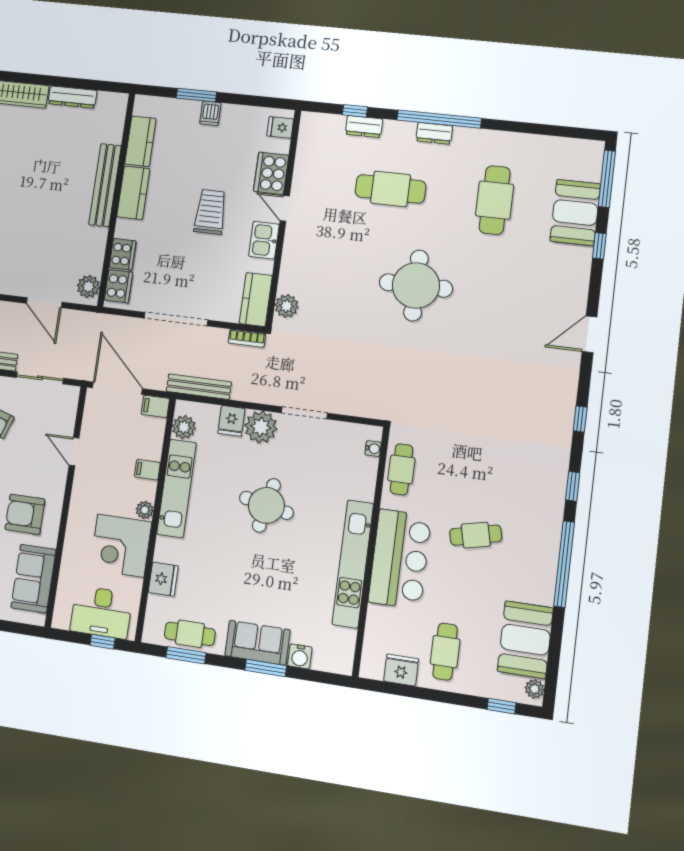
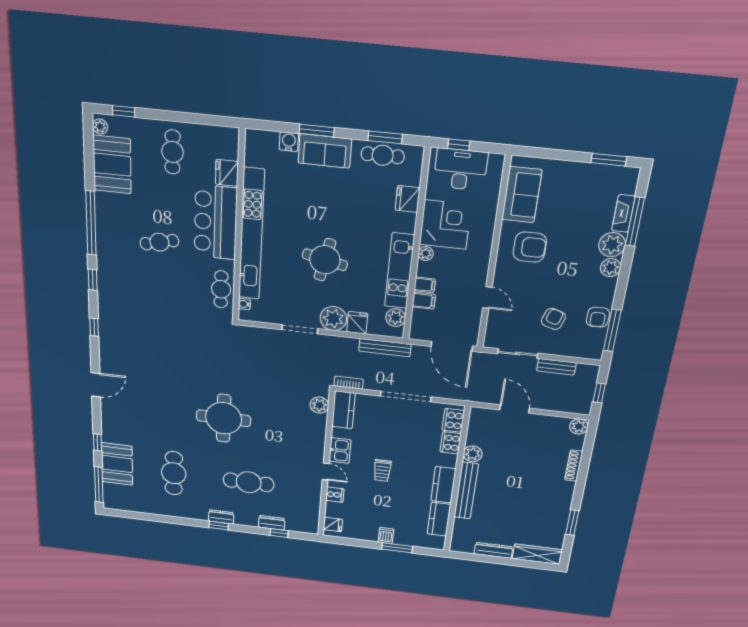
window: (439, 119) -> (219, 526), width x0.32
cooker: (271, 173) -> (335, 495), width x0.53, depth x0.76
trolley: (210, 212) -> (382, 470), width x0.73, depth x0.72
plant: (88, 286) -> (473, 454), moved
filing cabinet: (155, 406) -> (424, 301), moved
kitchen unit: (353, 564) -> (251, 235), width x1.36
fridge: (401, 670) -> (227, 173), moved, turned 90

